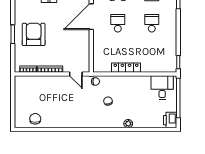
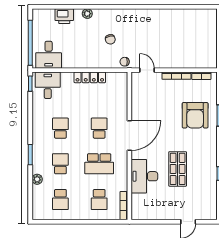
school desk: (118, 23) -> (99, 128), turned 180
school desk: (152, 23) -> (60, 128), turned 180
desk: (163, 61) -> (48, 85), added
chair: (35, 119) -> (193, 19), removed
printer: (170, 120) -> (64, 16), moved, turned 90

